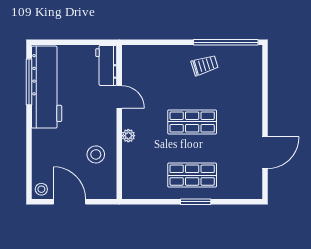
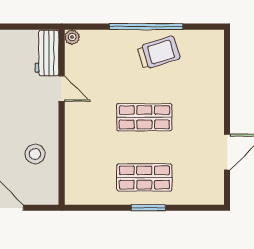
window: (226, 42) -> (146, 27), moved
trolley: (205, 65) -> (159, 53), width x1.36, depth x1.39
plant: (128, 136) -> (72, 37), moved

